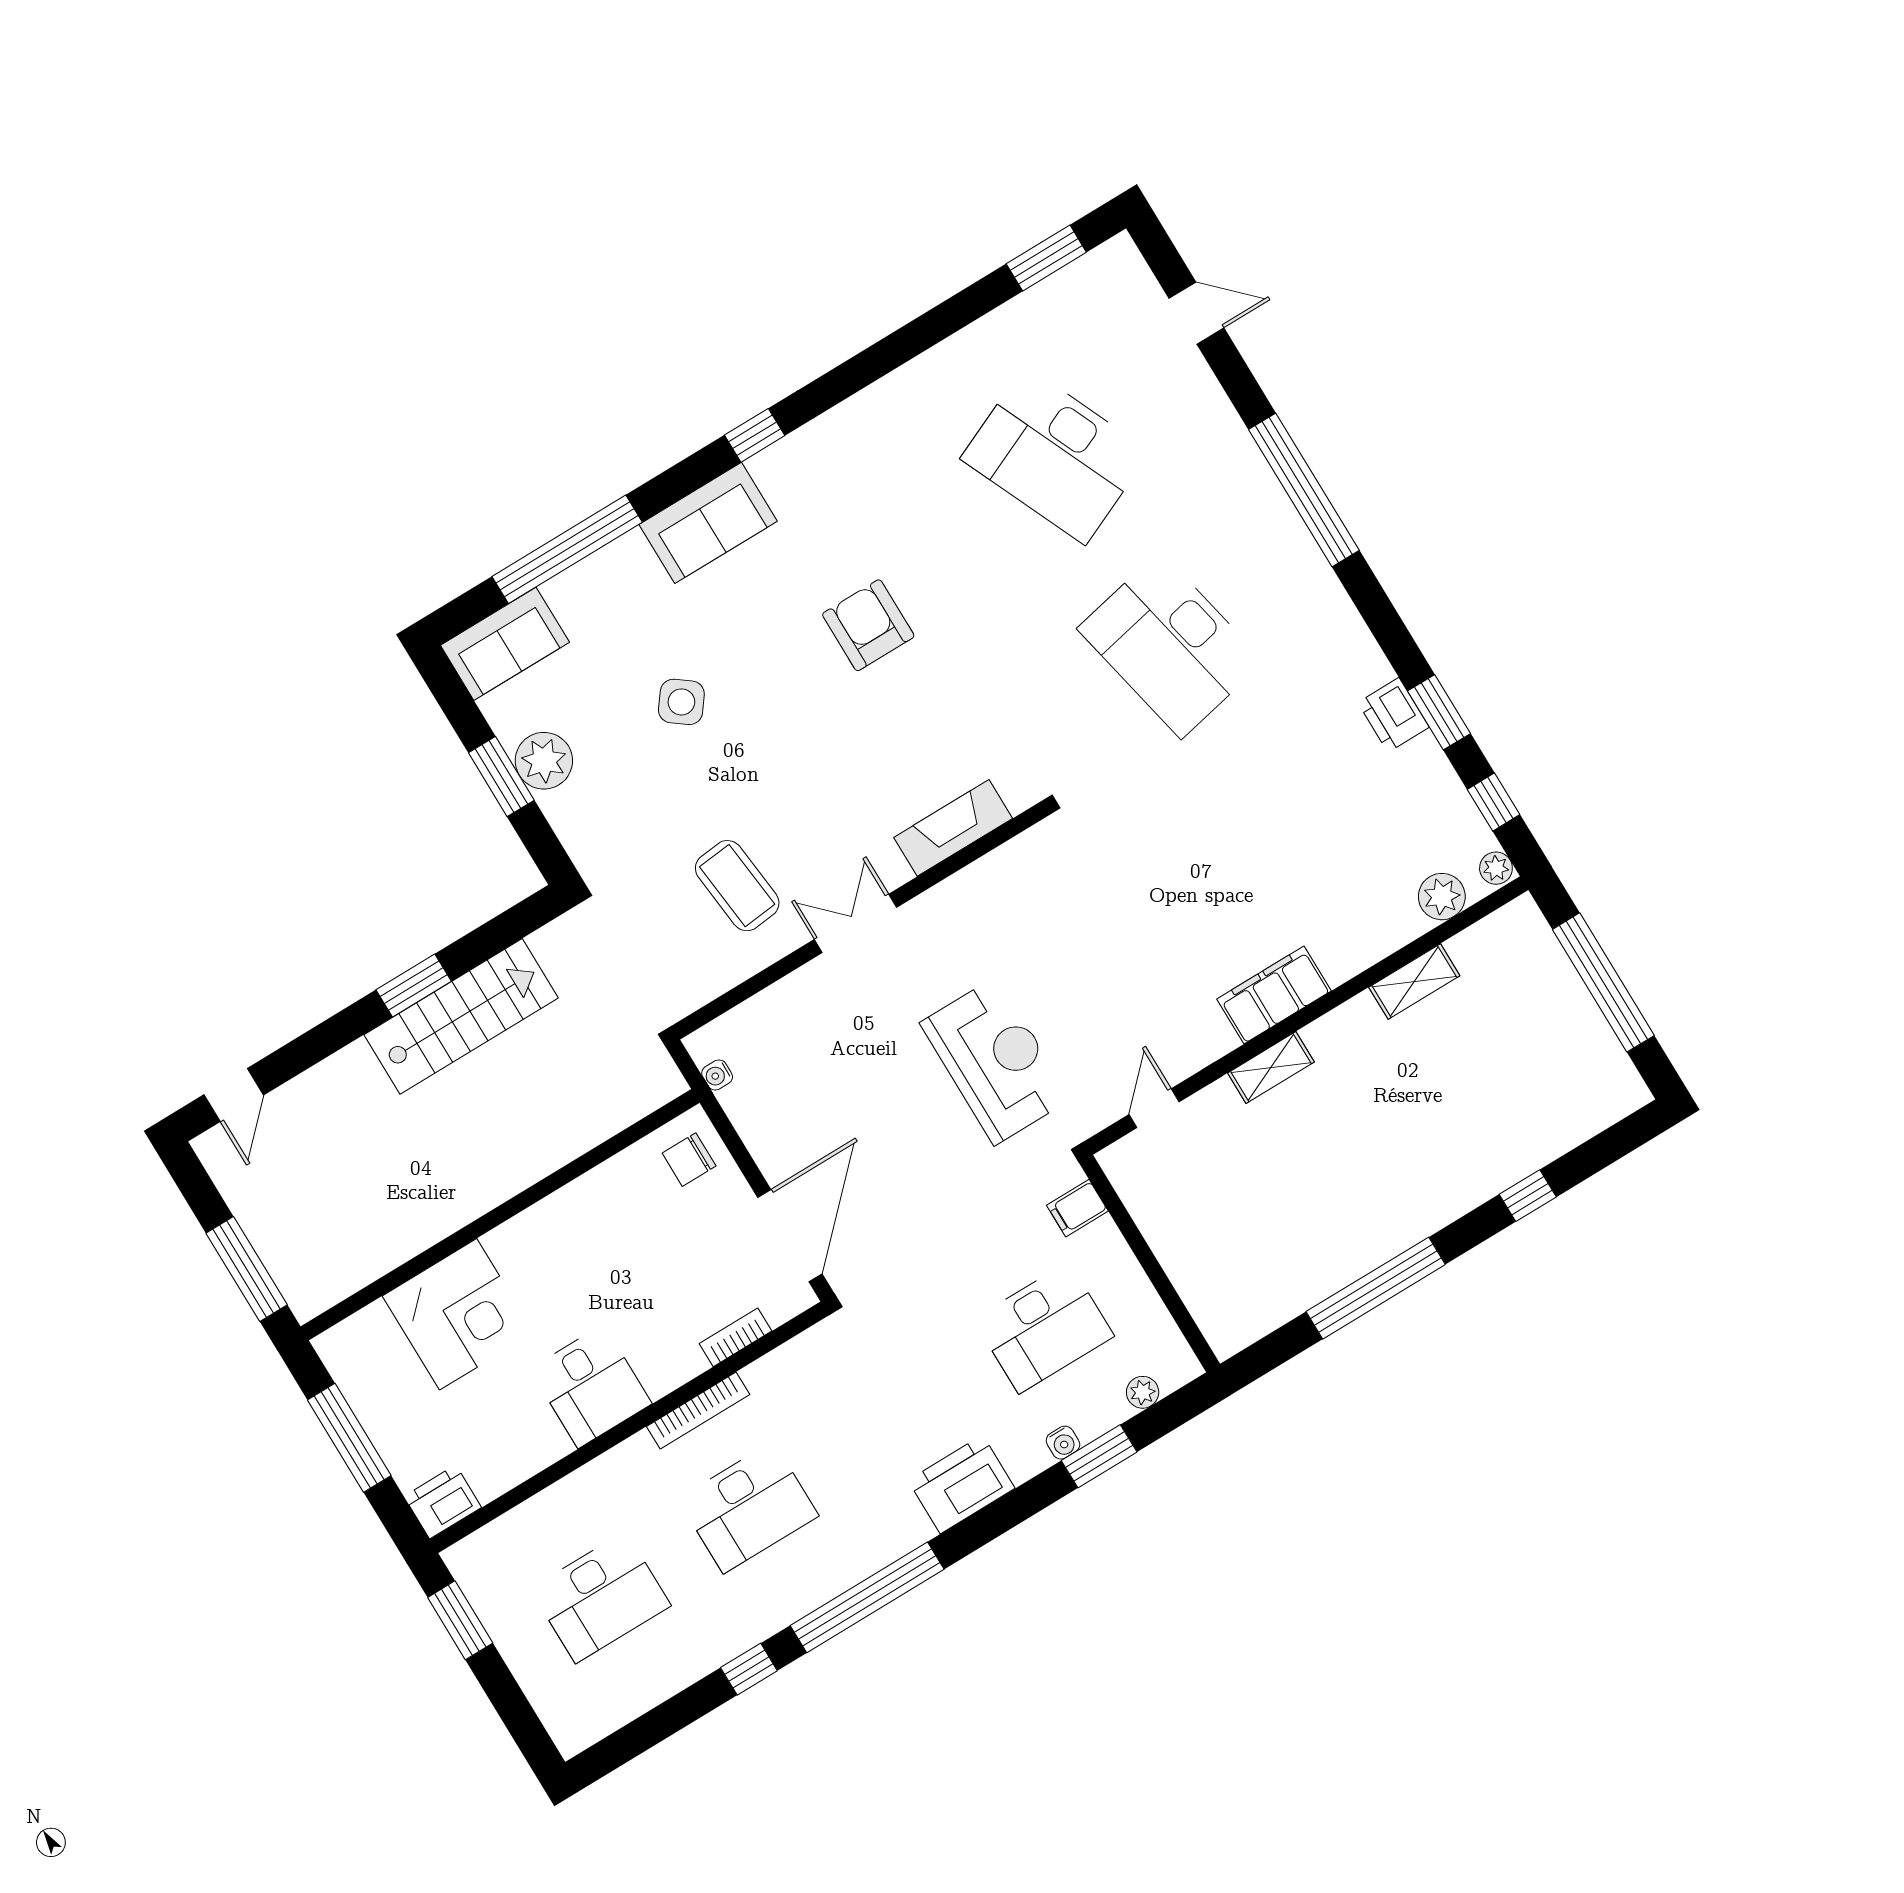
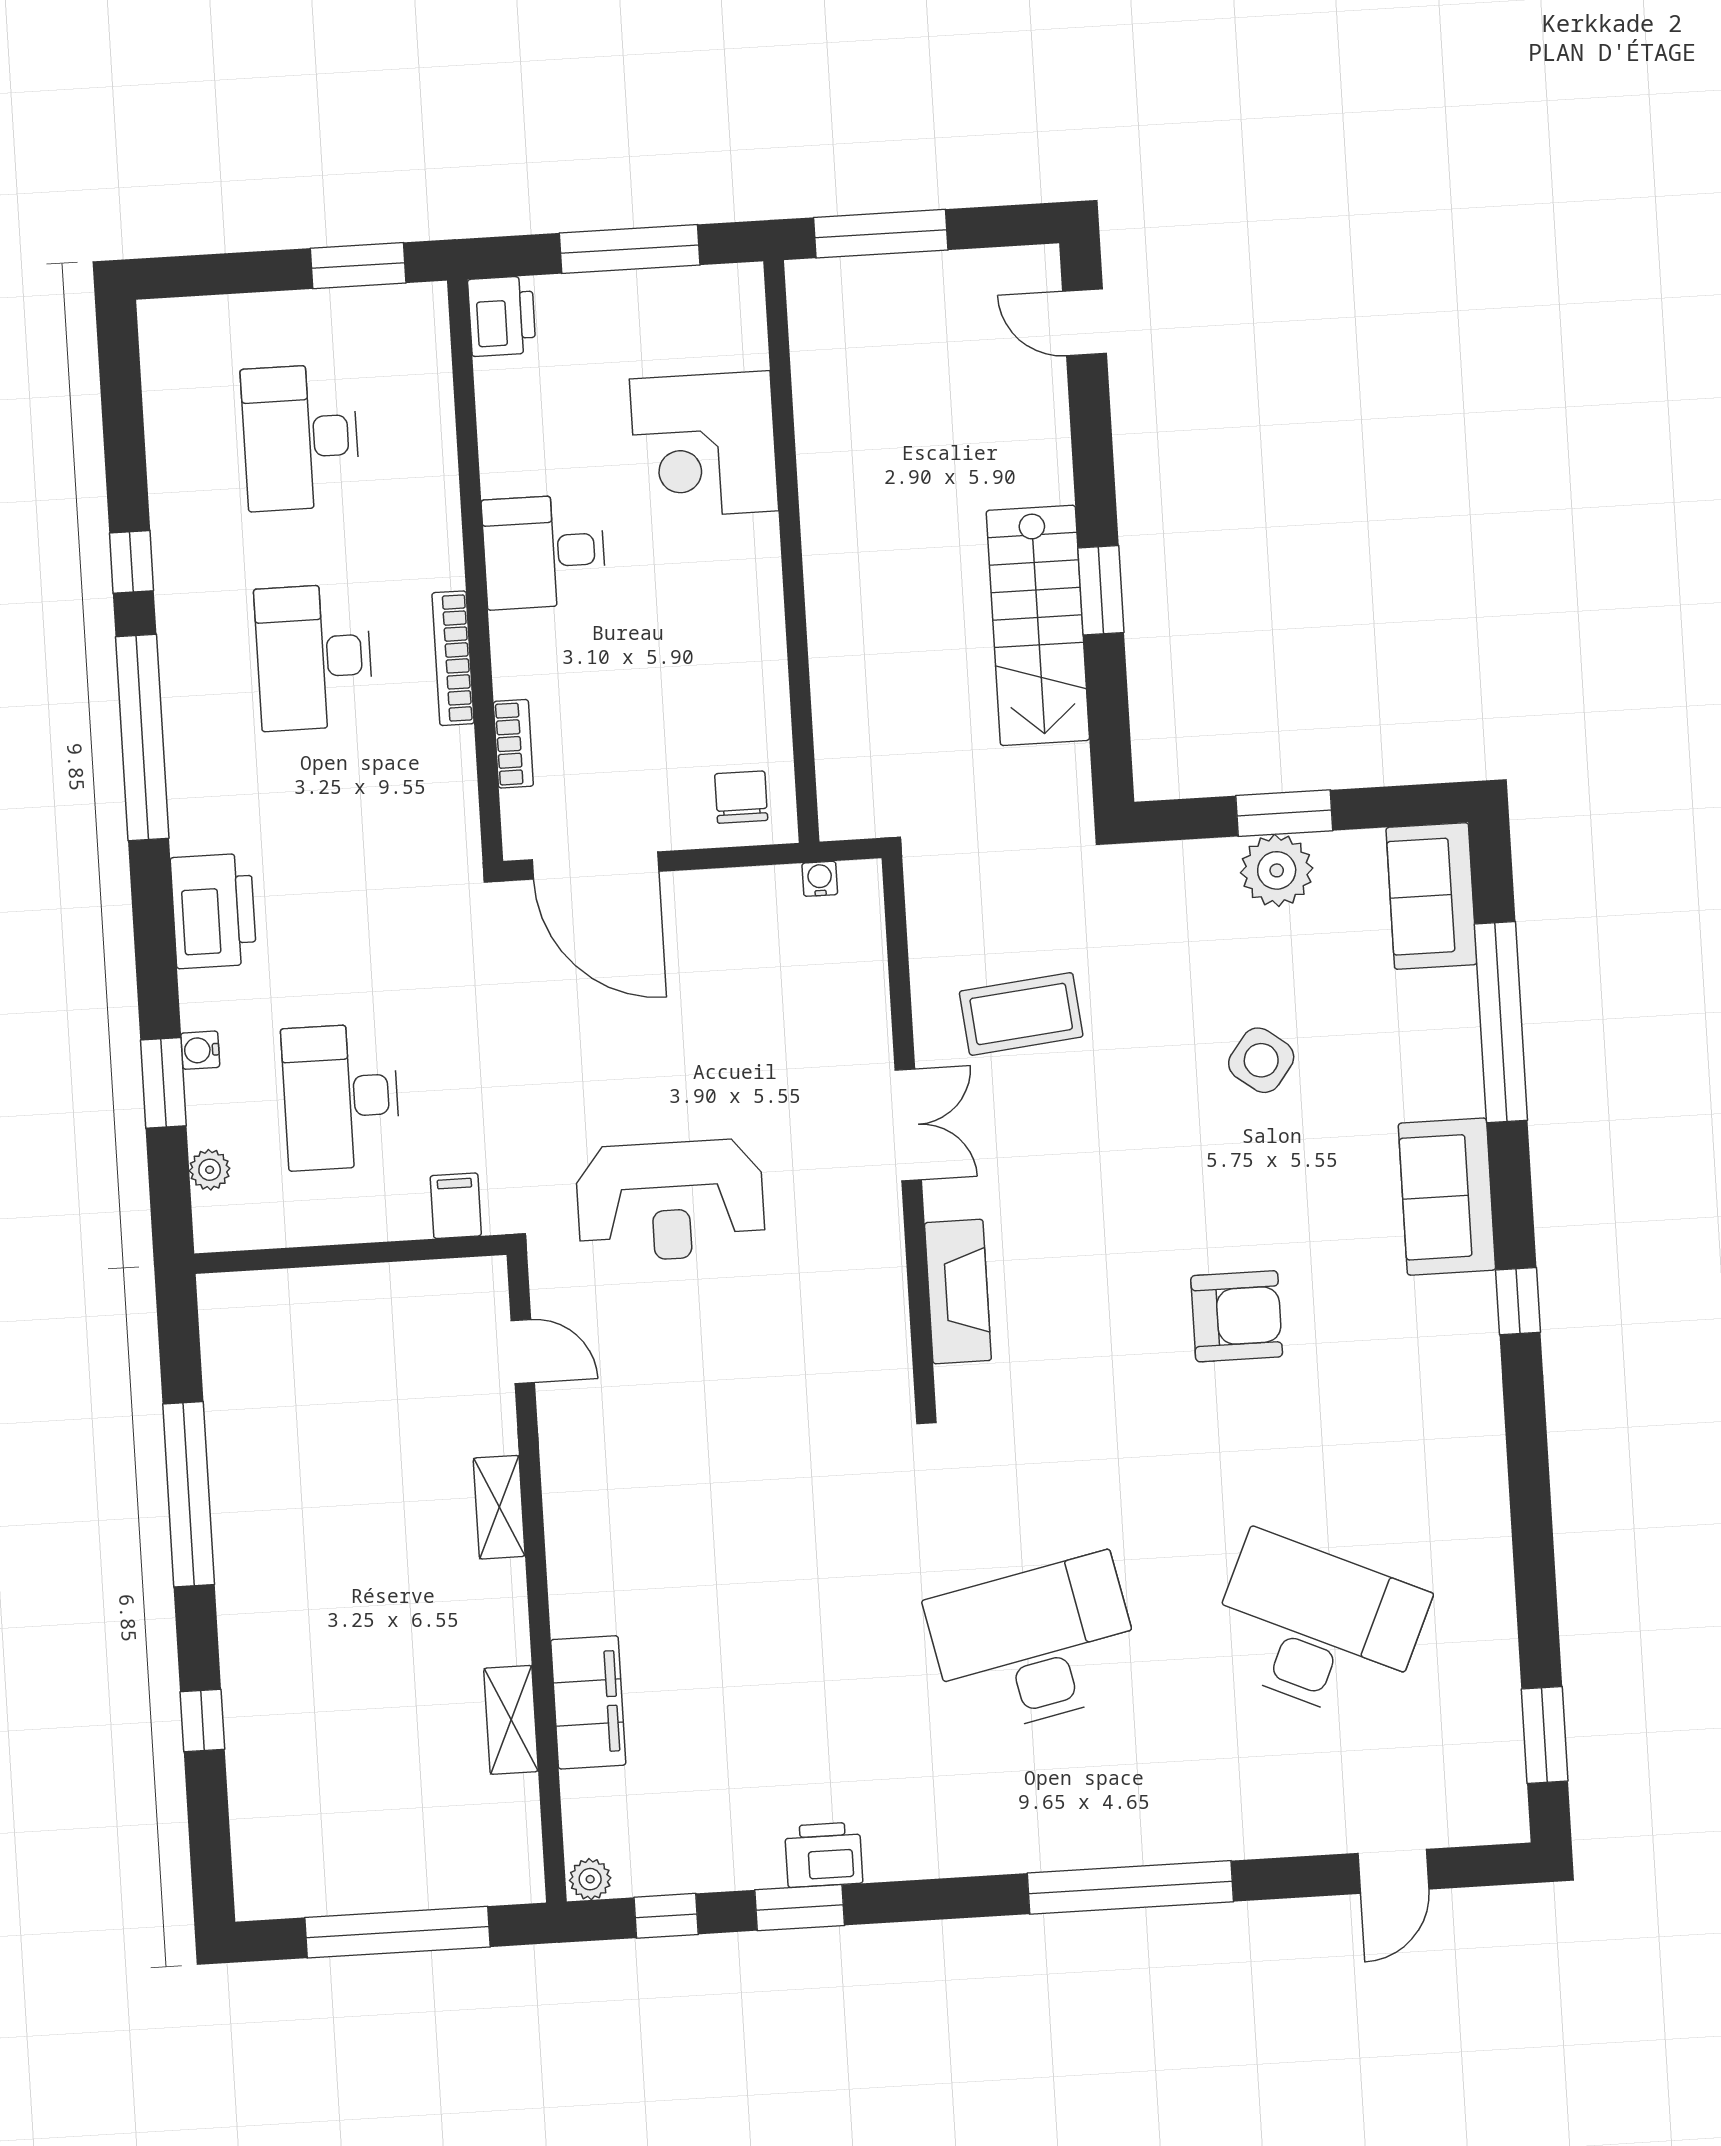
desk: (1055, 455) -> (1317, 1628), turned 48
plant: (1442, 897) -> (590, 1801), removed
filing cabinet: (1274, 995) -> (588, 1702), moved

